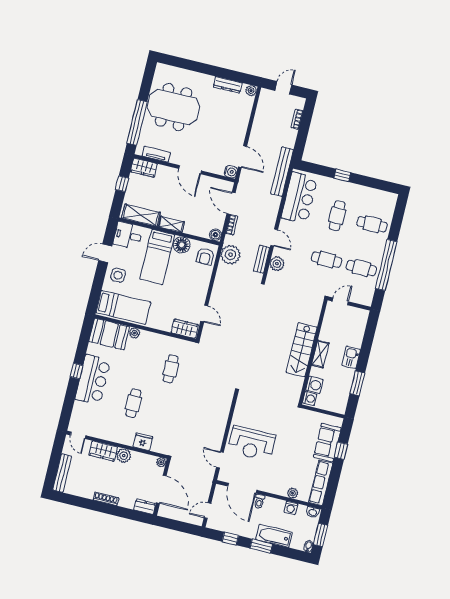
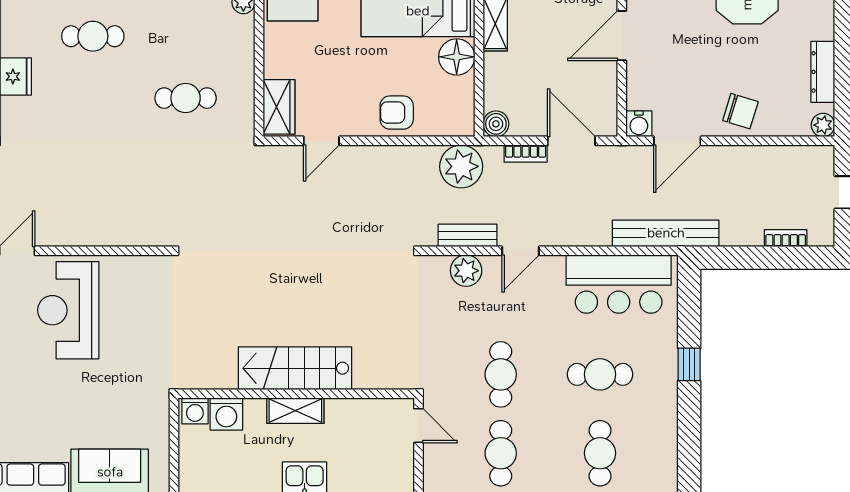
chair: (236, 125) -> (740, 111), added
door: (231, 203) -> (571, 141), hinge flipped
armchair: (205, 256) -> (397, 113), moved

